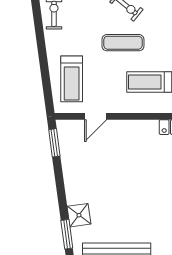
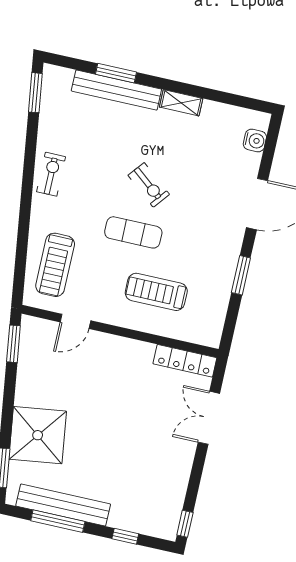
shower: (79, 215) -> (38, 435), width x1.86, depth x1.86

